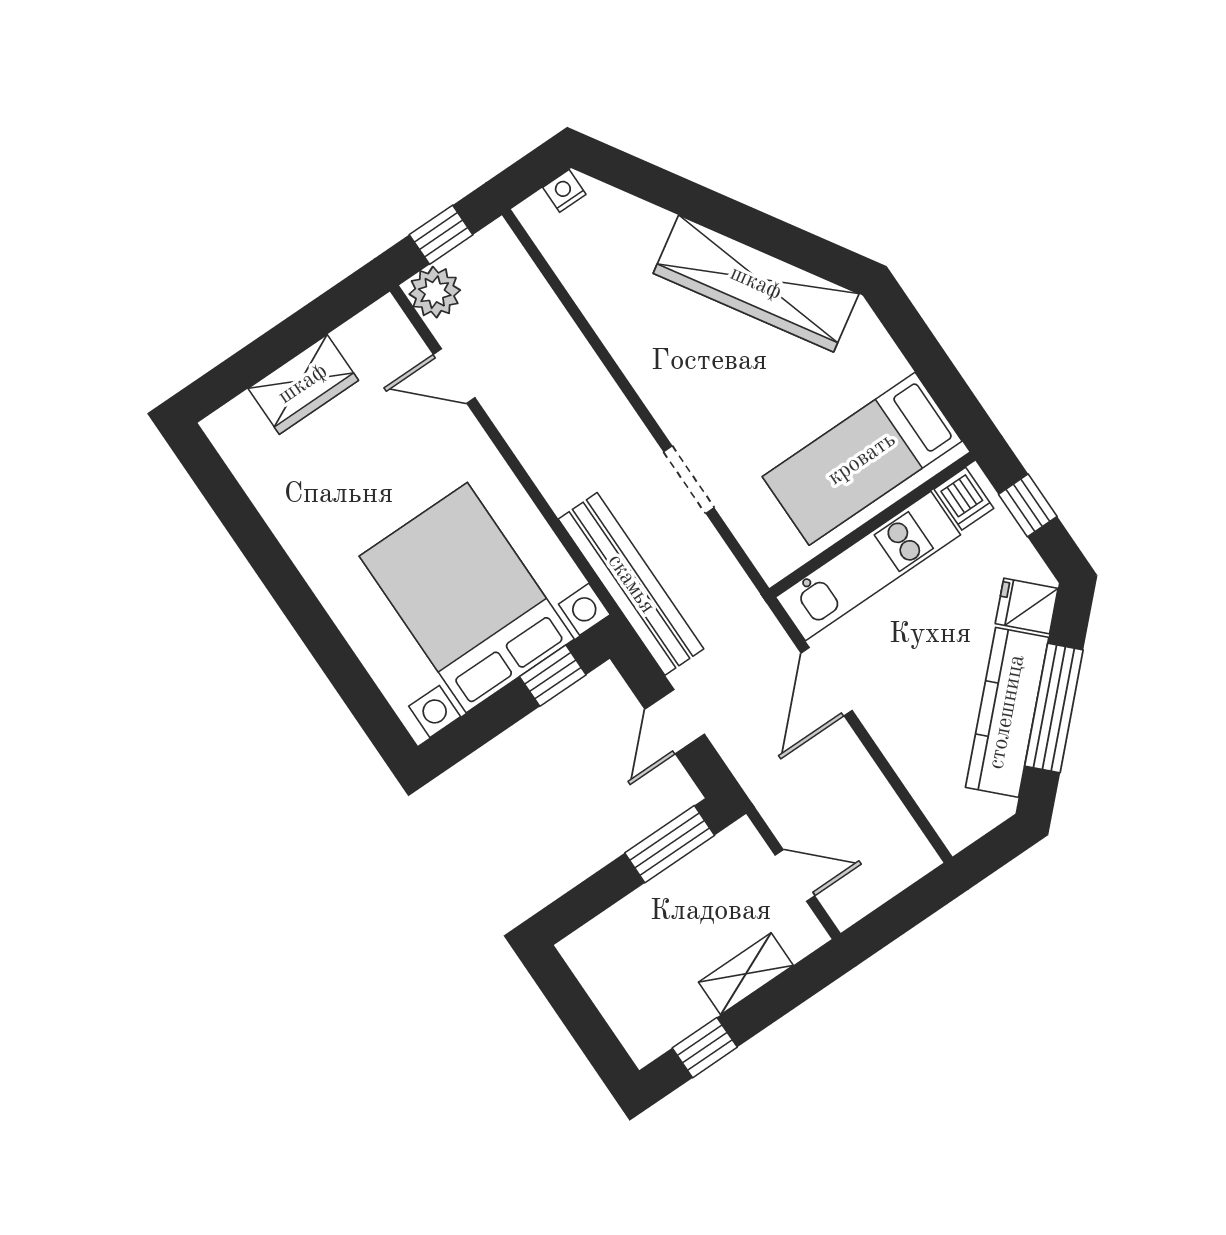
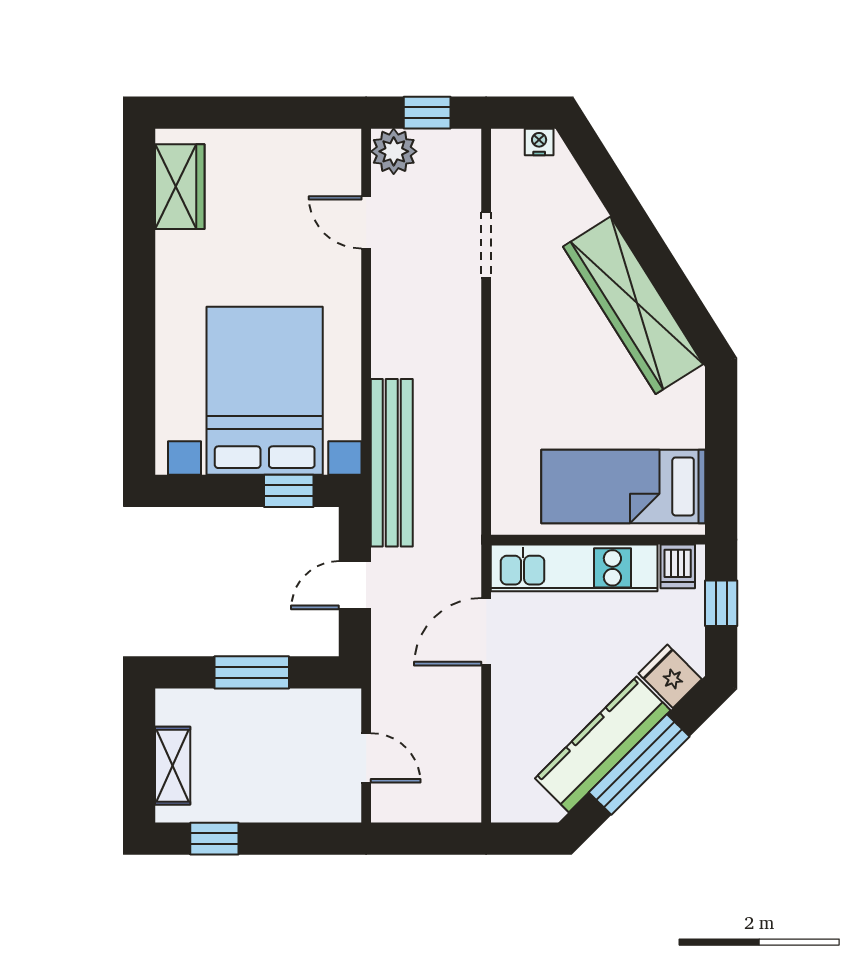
wardrobe: (303, 384) -> (180, 187), moved, turned -90
doorway: (689, 480) -> (486, 245), moved
window: (670, 844) -> (252, 672), moved
shelving: (746, 974) -> (173, 766), moved, turned 90

